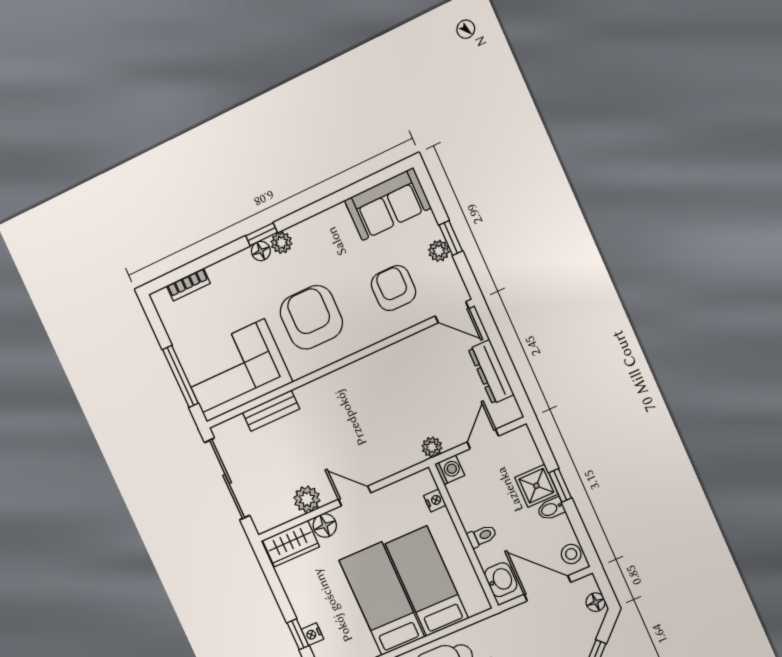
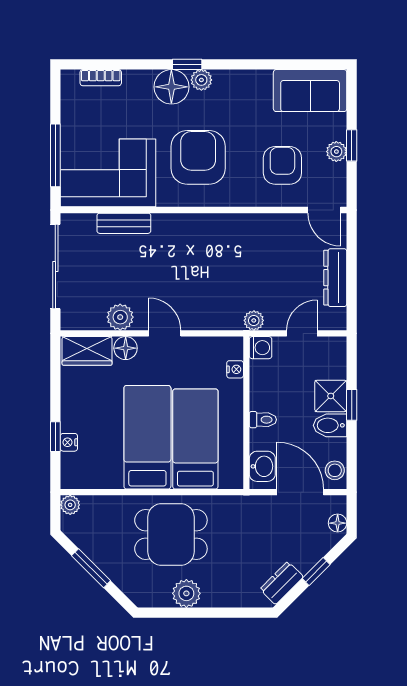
floor lamp: (261, 251) -> (171, 87), width x1.89, depth x1.89
bidet: (551, 509) -> (330, 425), width x1.38, depth x1.36

